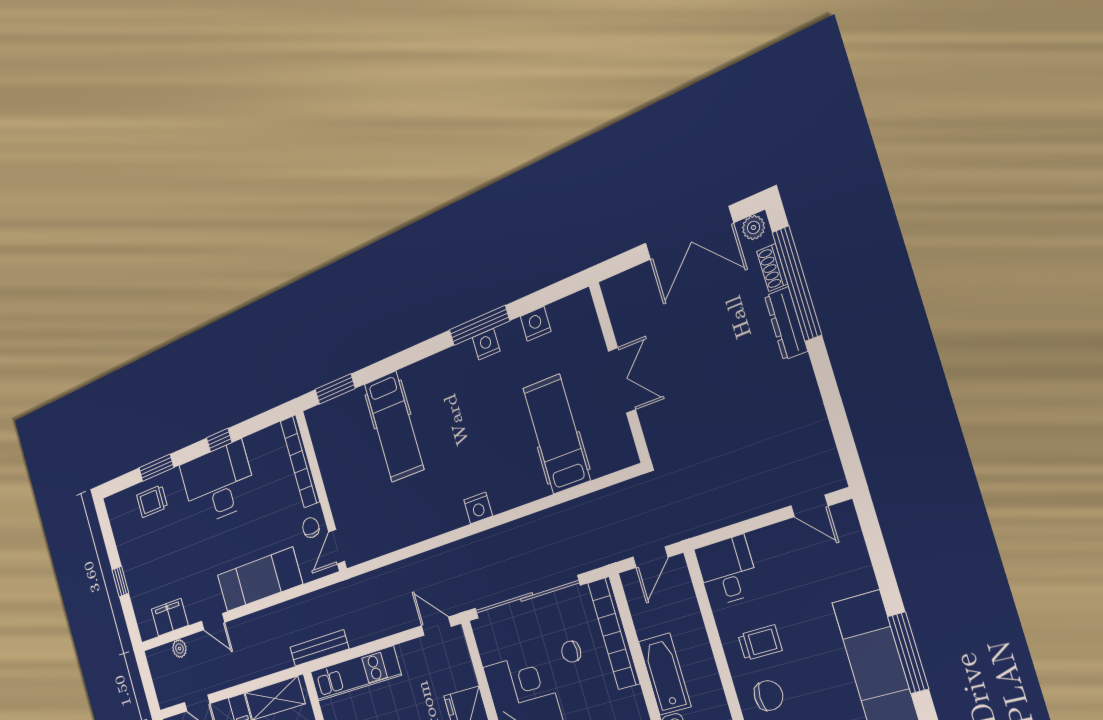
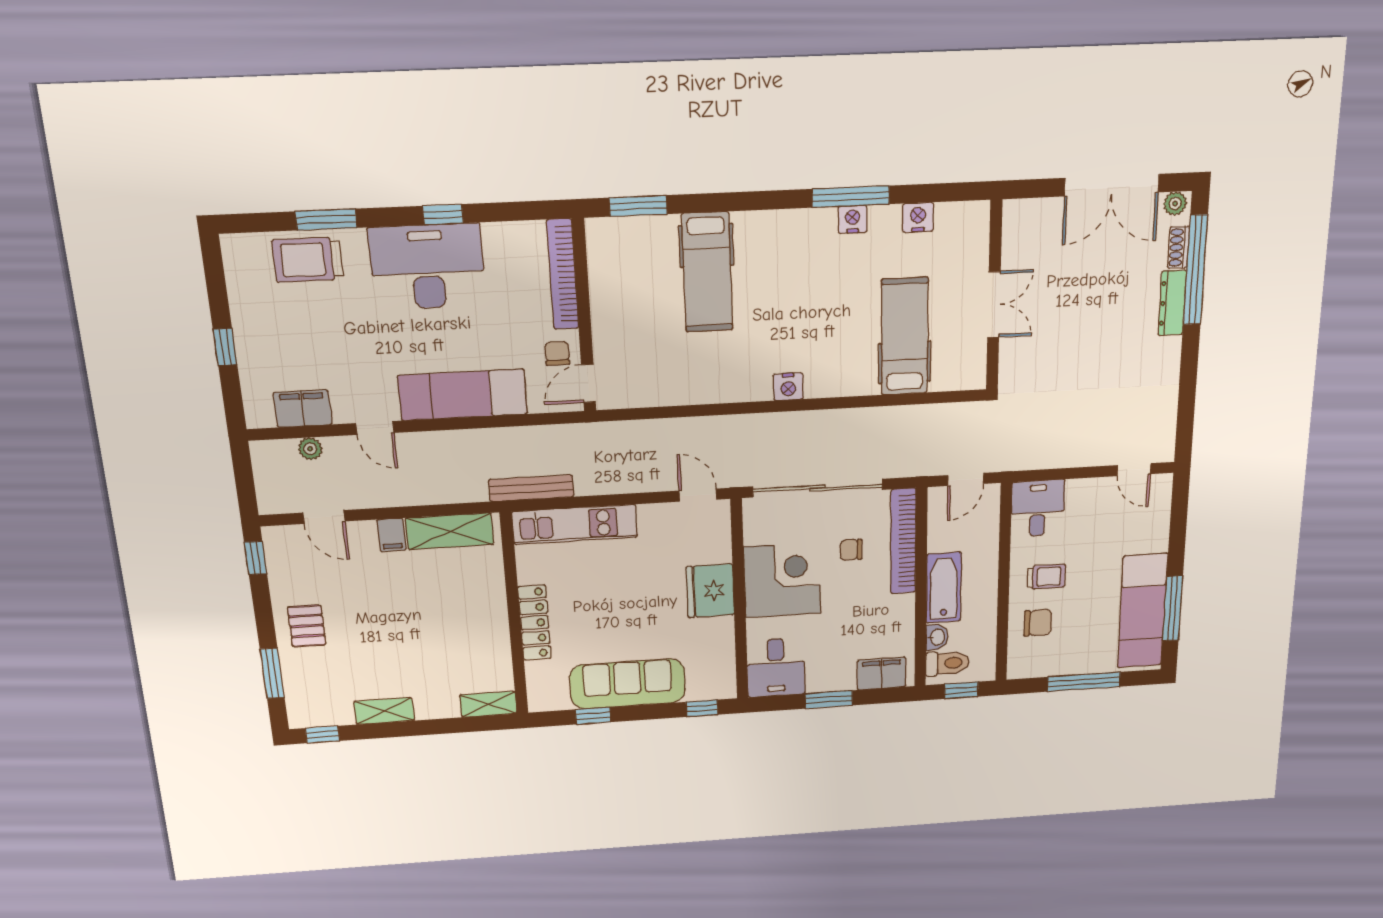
trolley: (152, 501) -> (308, 260), width x1.36, depth x1.39

